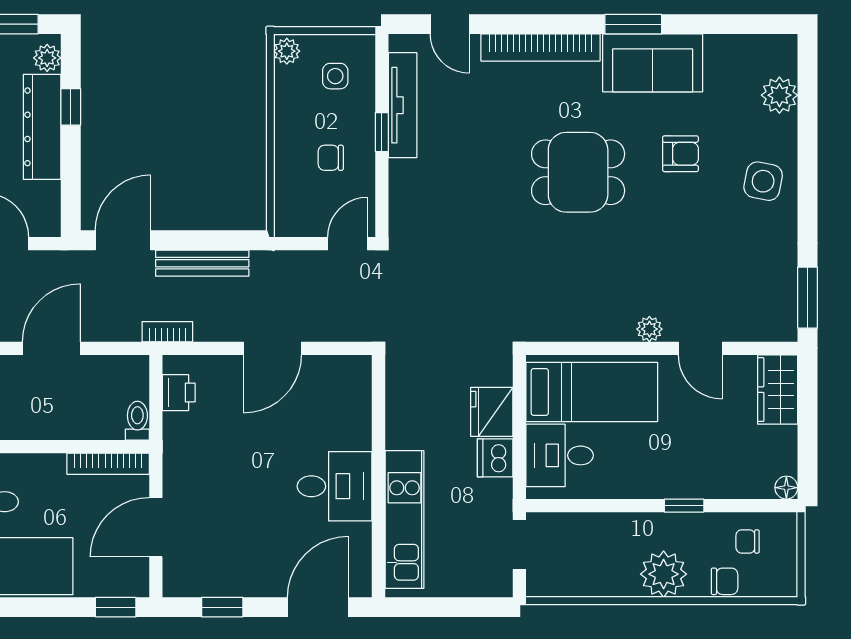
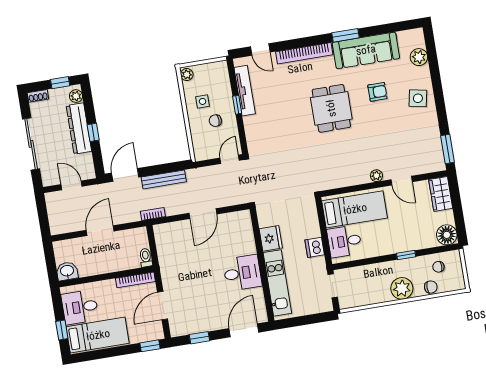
sofa: (653, 63) -> (366, 50), width x1.36
side table: (335, 76) -> (203, 101), moved
window: (71, 107) -> (93, 132), moved
dining table: (578, 172) -> (331, 108), turned 90
printer: (179, 393) -> (163, 241), removed
fridge: (492, 412) -> (271, 238), moved, turned 180
floor lamp: (786, 488) -> (447, 235), width x1.89, depth x1.89

